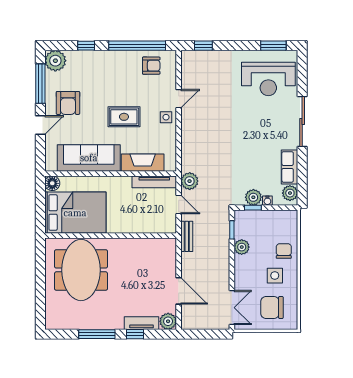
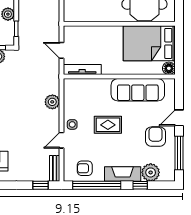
plant: (55, 61) -> (151, 172), moved
fireplace: (143, 163) -> (123, 174), moved, turned 180
plant: (190, 181) -> (52, 102), moved
bench: (187, 236) -> (55, 168), moved

